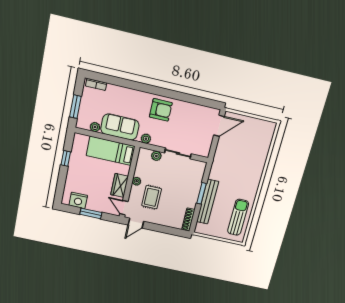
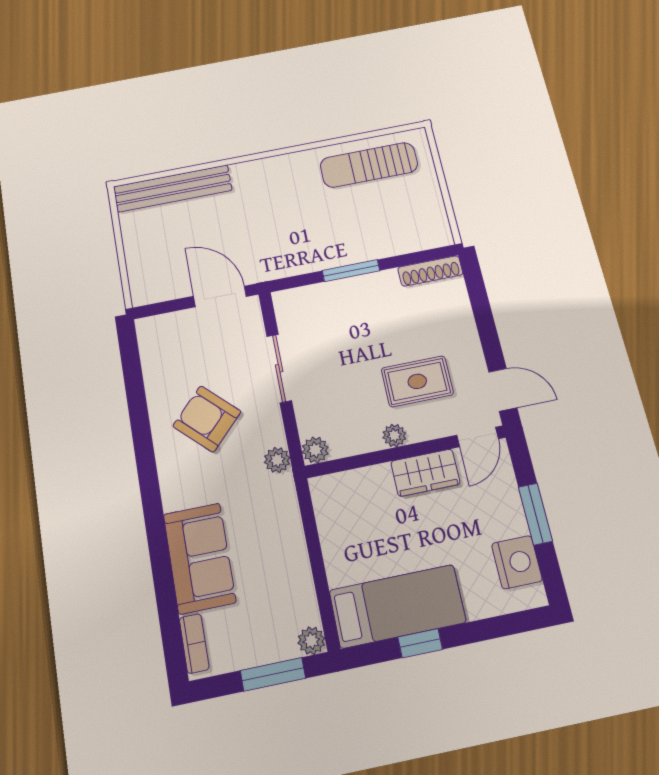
armchair: (161, 110) -> (207, 419), moved, turned -46
door: (219, 126) -> (220, 296), moved
plant: (95, 127) -> (311, 641), moved
sofa: (120, 127) -> (199, 558), moved, turned 180
bed: (111, 151) -> (397, 606), moved, turned -90
plant: (156, 156) -> (315, 450), moved
bench: (208, 202) -> (173, 188), moved

